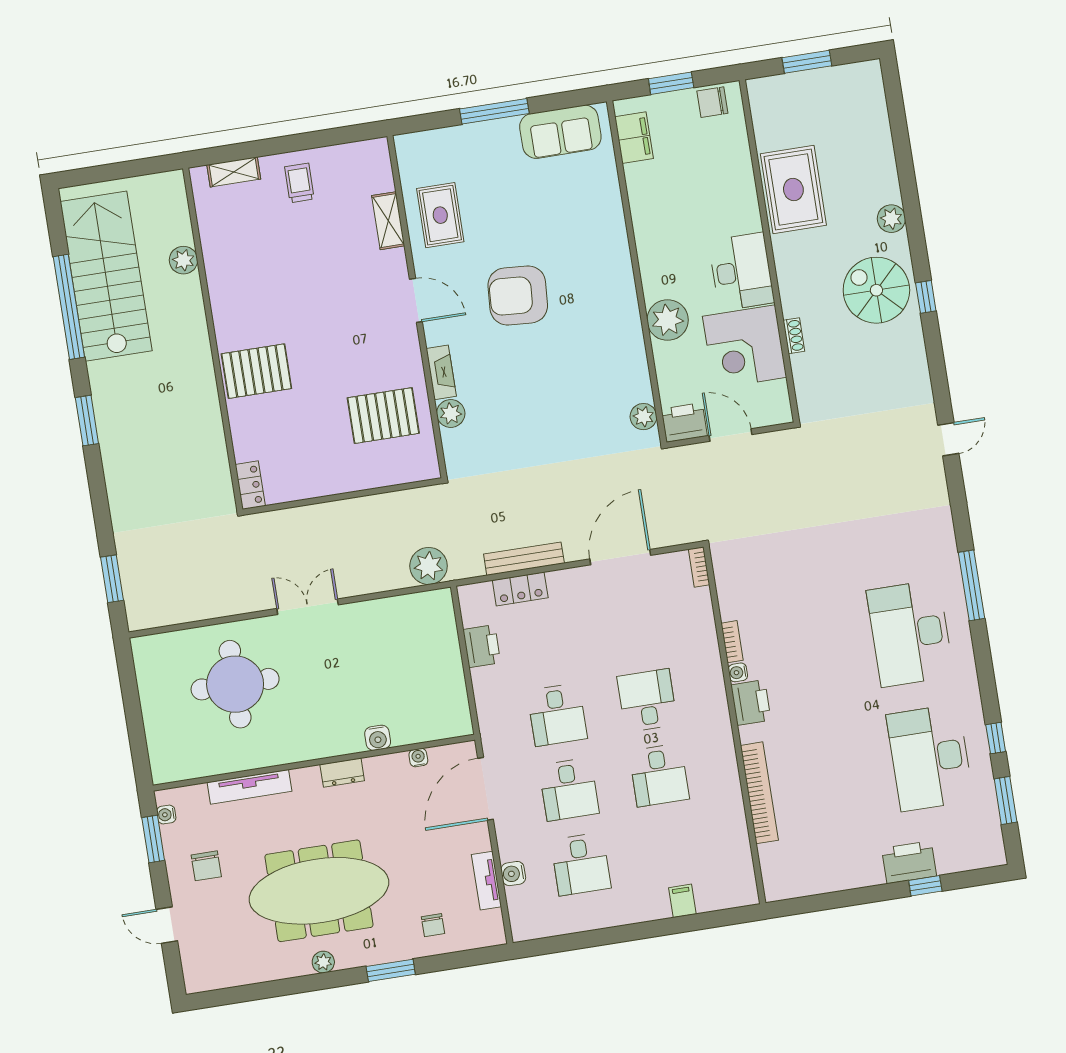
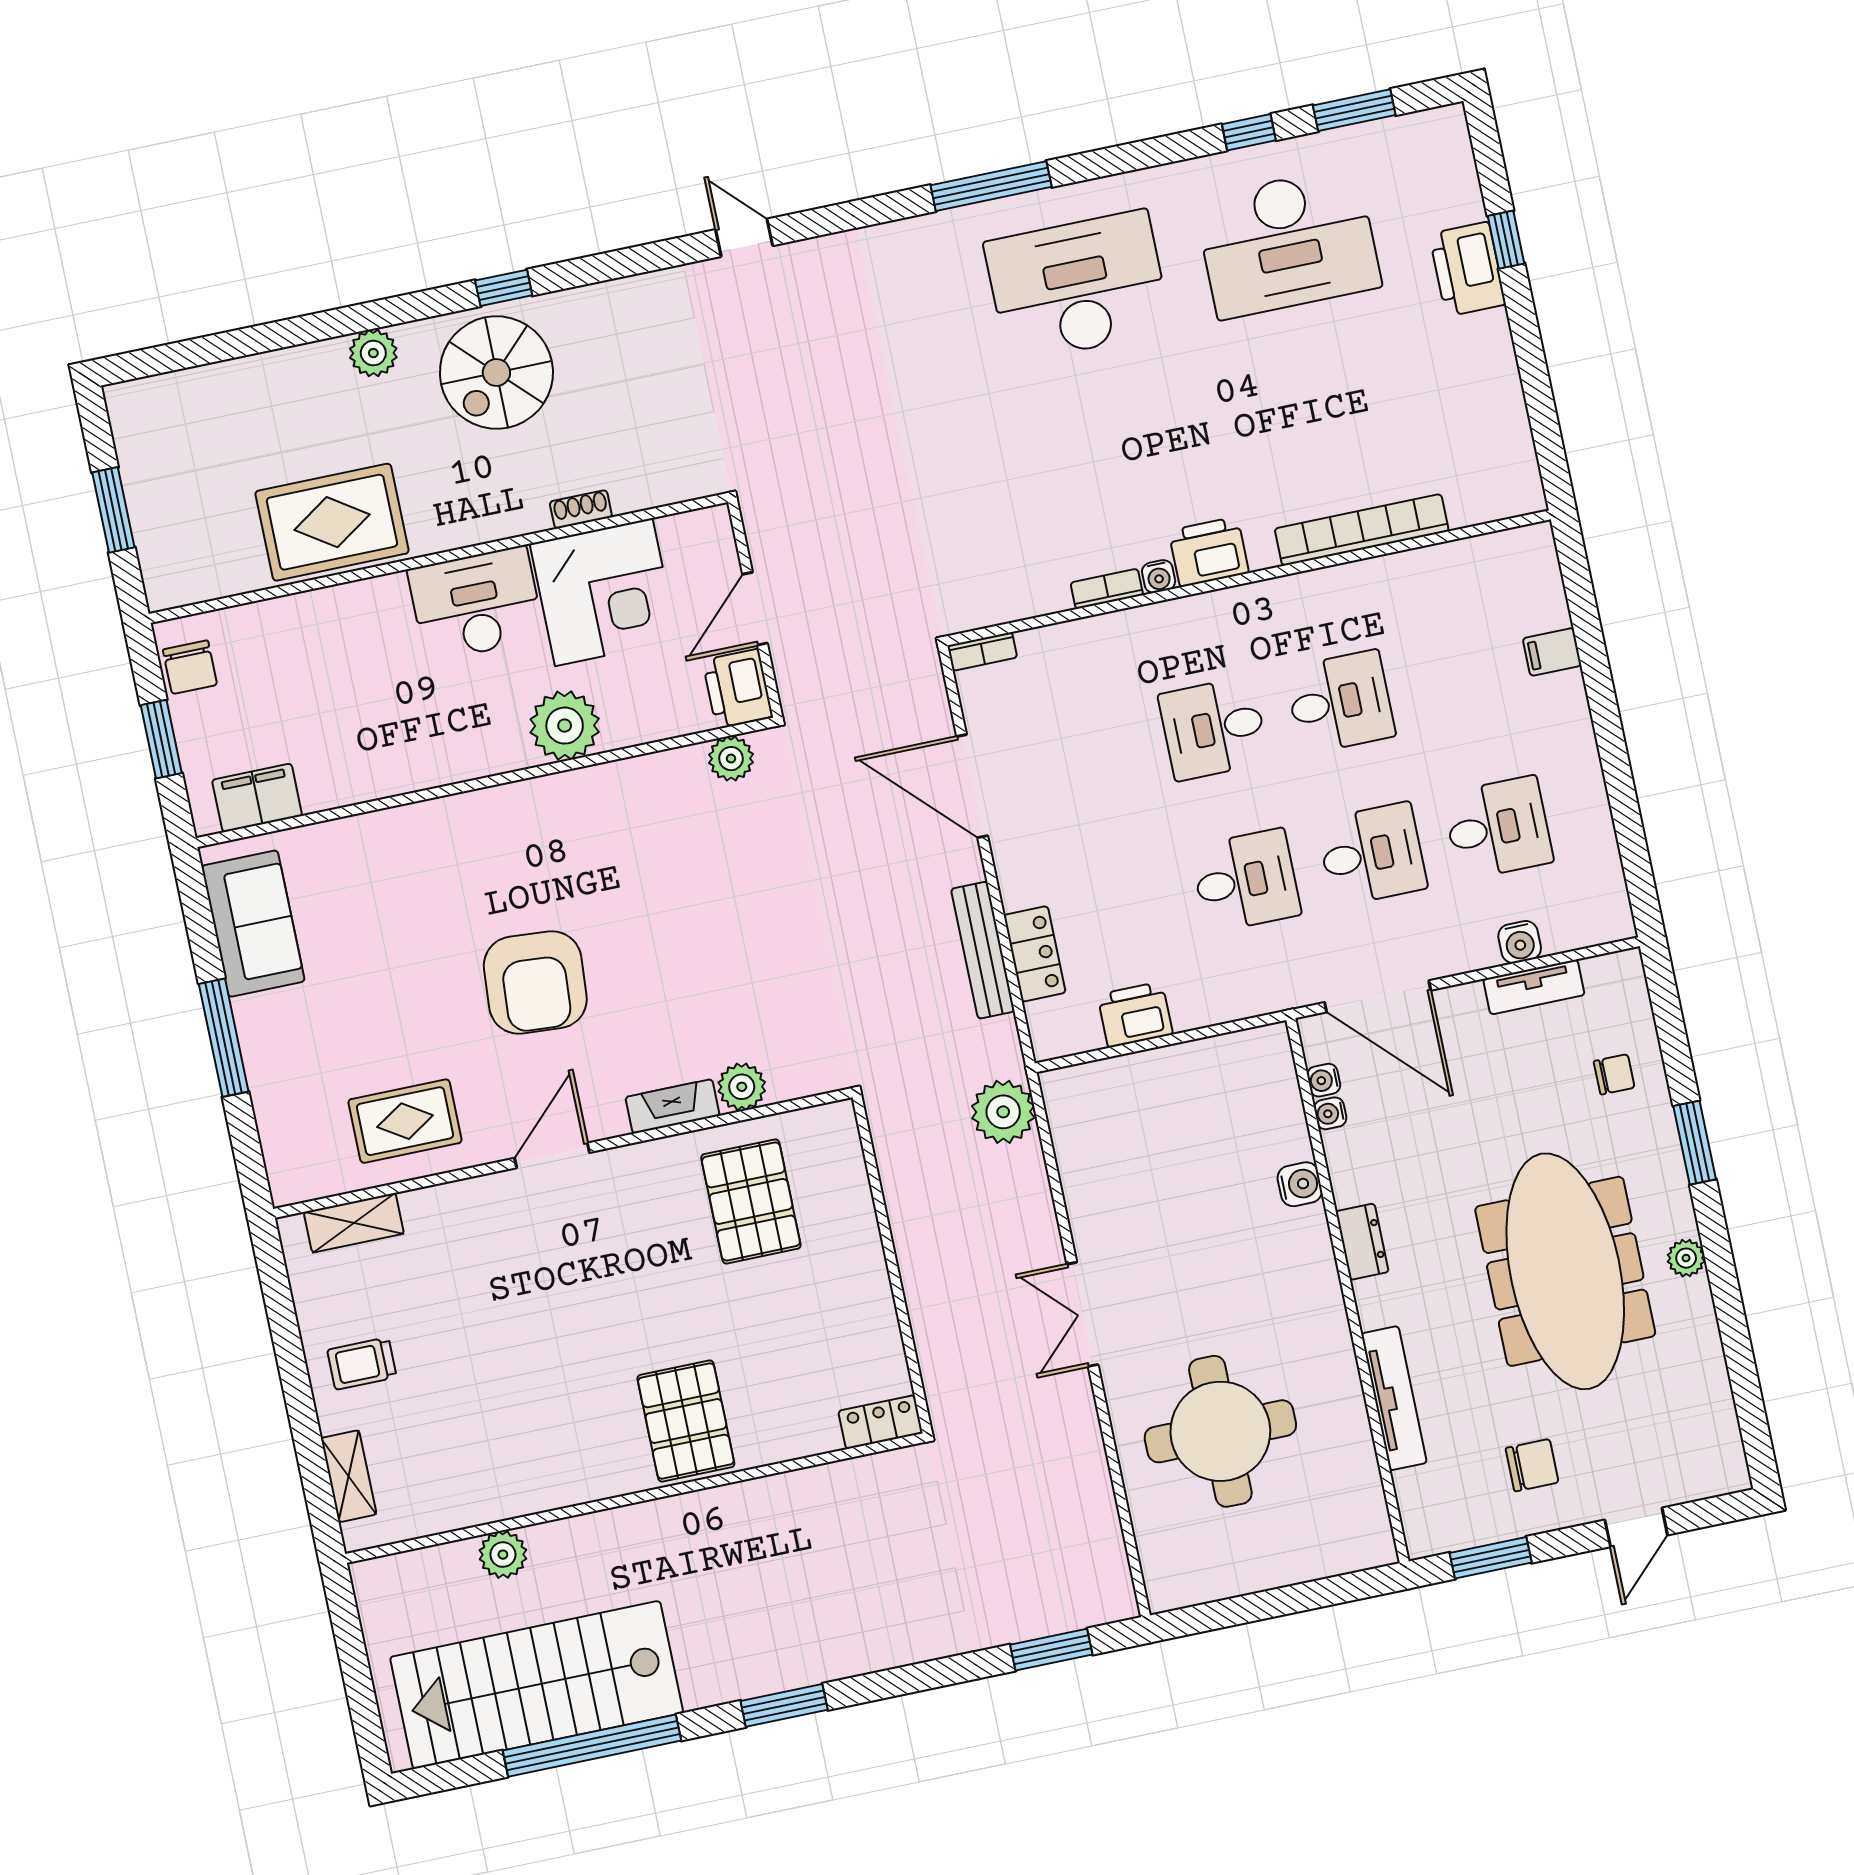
shelving: (388, 221) -> (354, 1223), moved
desk: (910, 633) -> (1078, 286), turned 180
water cooler: (166, 815) -> (1324, 1080), moved, turned 90

